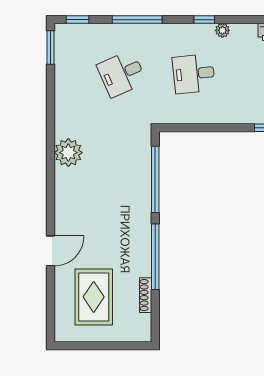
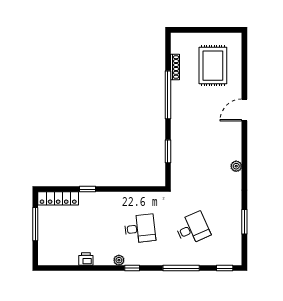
window: (51, 48) -> (244, 222), moved
plant: (68, 153) -> (236, 166), width x0.53, depth x0.53
window: (155, 179) -> (168, 151), width x0.47
door: (51, 251) -> (244, 110), moved

